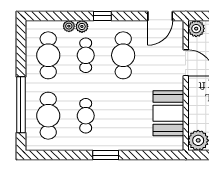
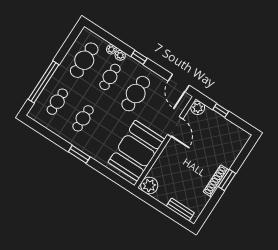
door: (160, 16) -> (179, 83), hinge flipped
booth: (168, 113) -> (136, 151), width x1.36, depth x1.42
cafe table: (48, 116) -> (57, 102), width x0.73, depth x0.74

